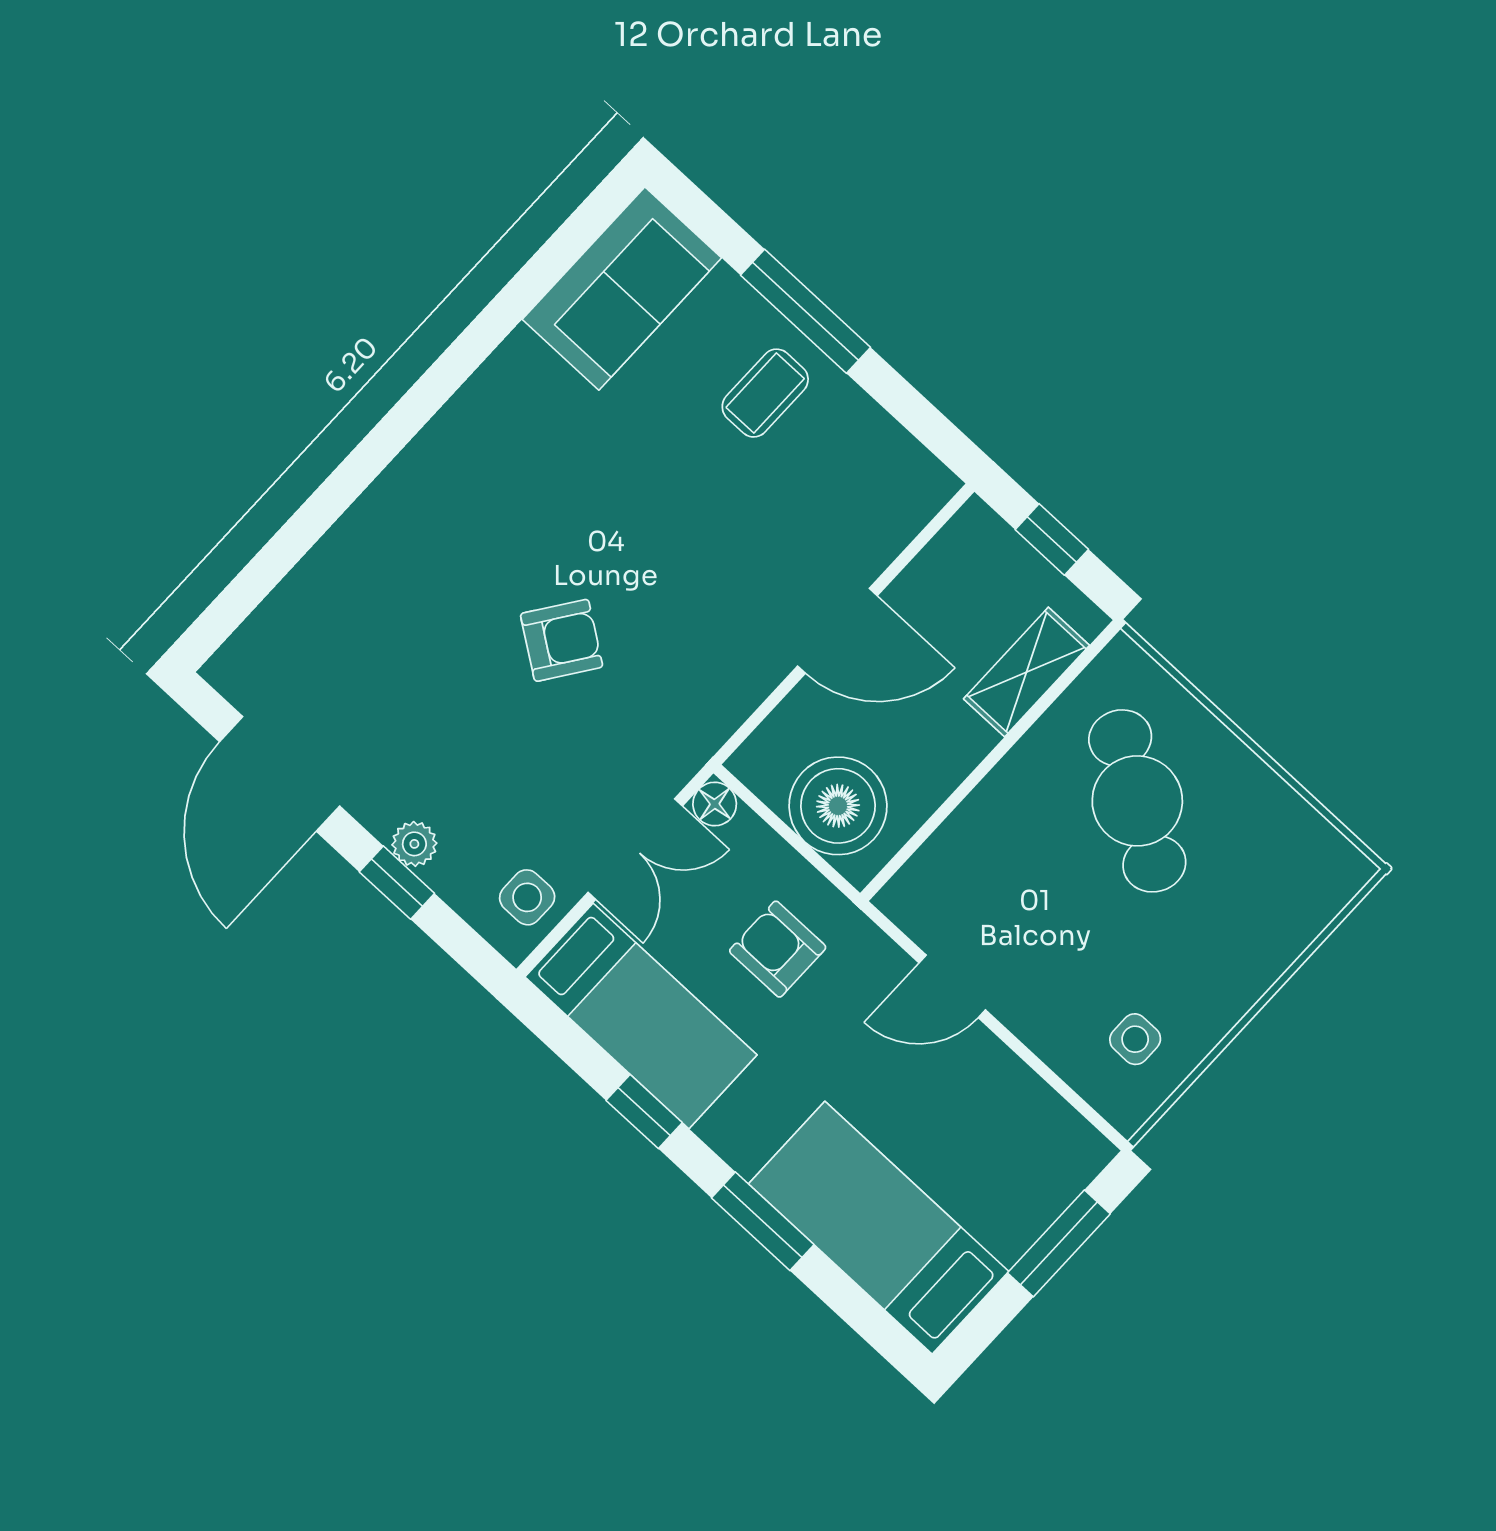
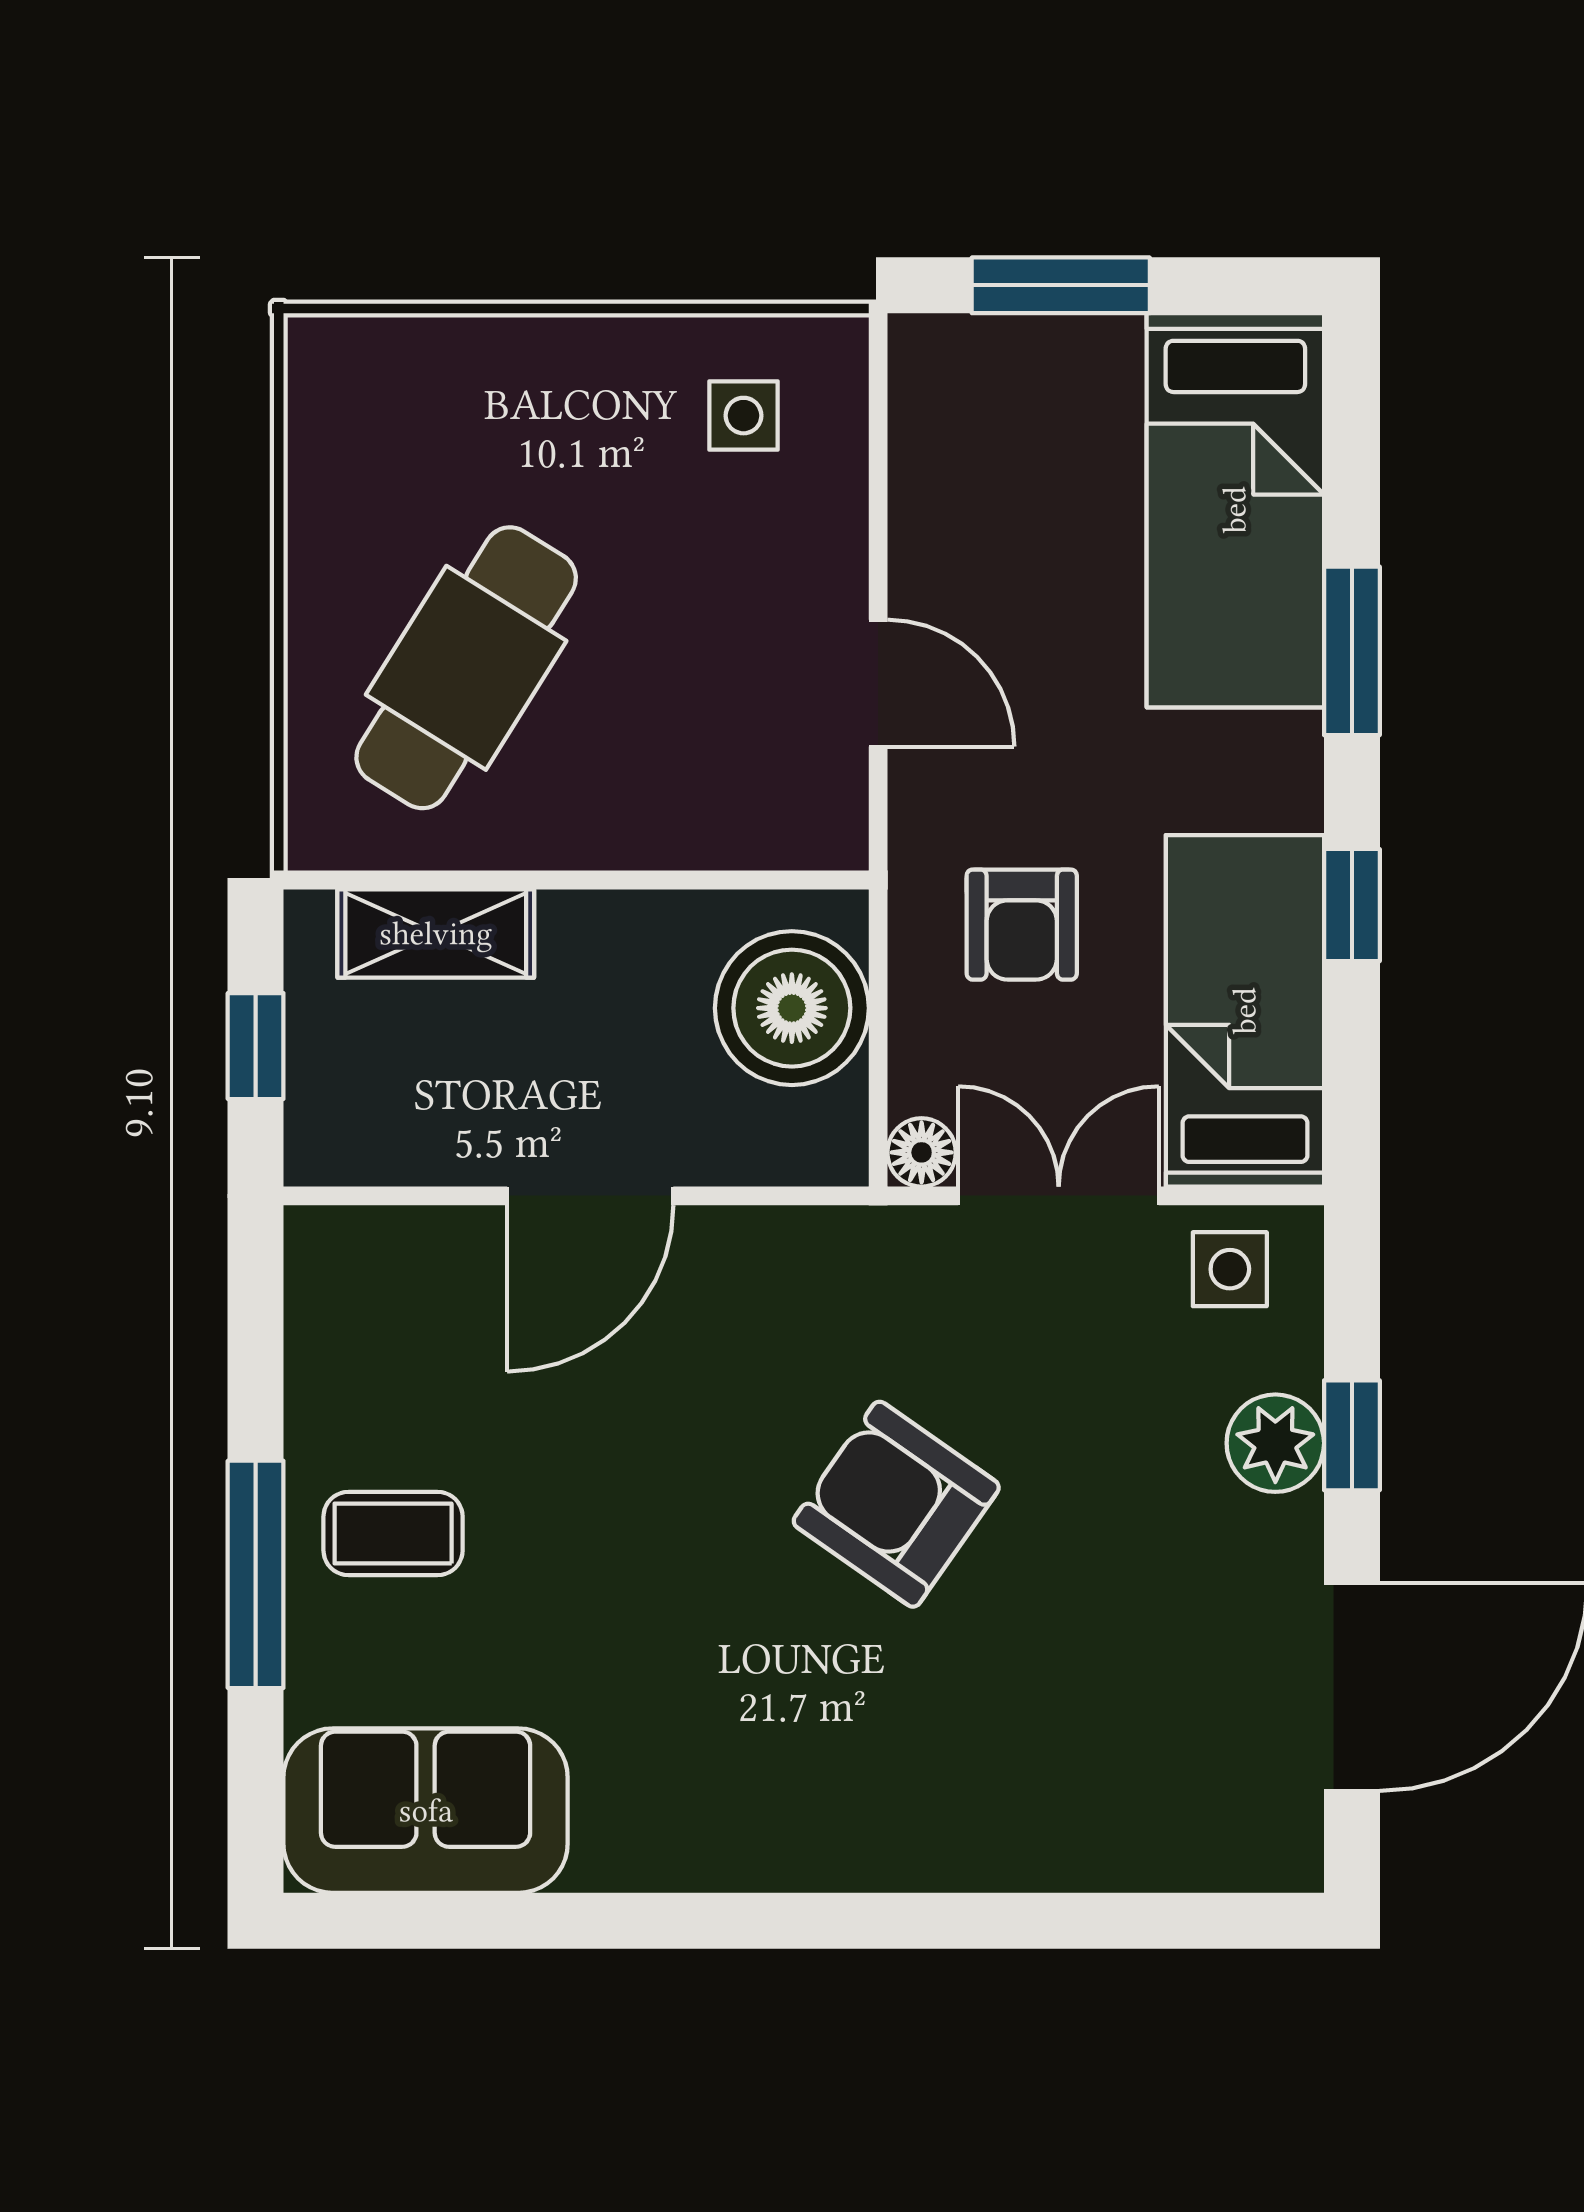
door: (837, 631) -> (590, 1196), swing flipped
armchair: (562, 640) -> (896, 1504), width x1.38, depth x1.38
plant: (414, 844) -> (1275, 1443), width x1.38, depth x1.38

